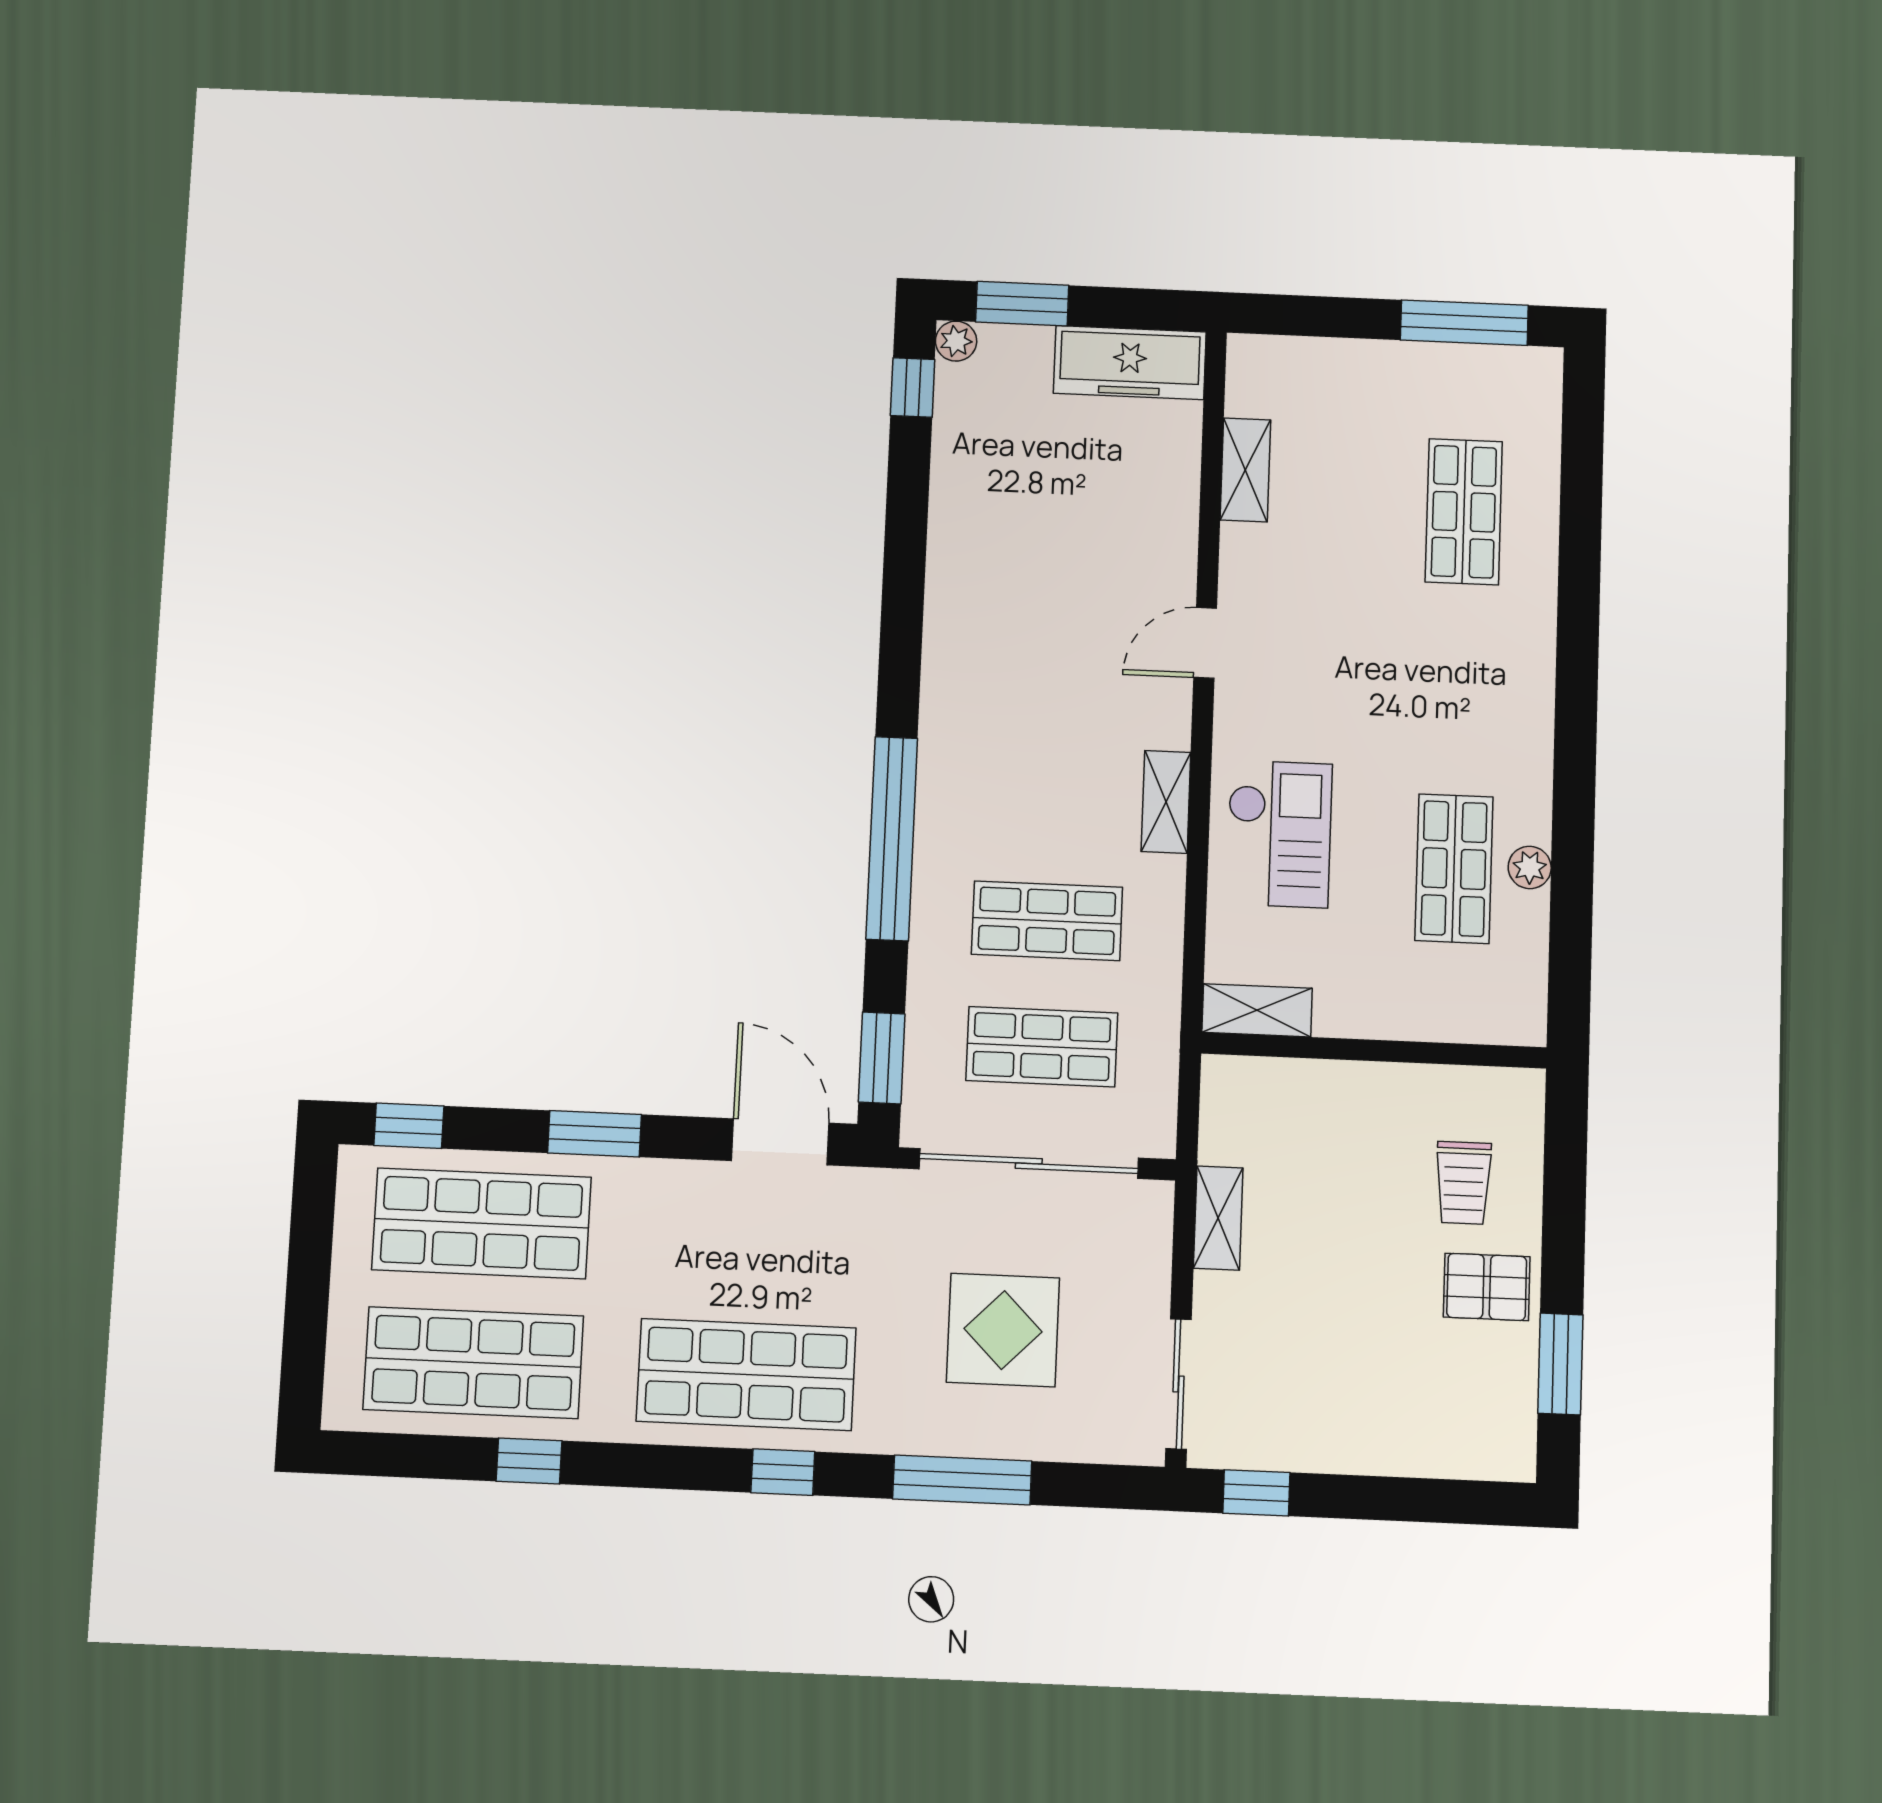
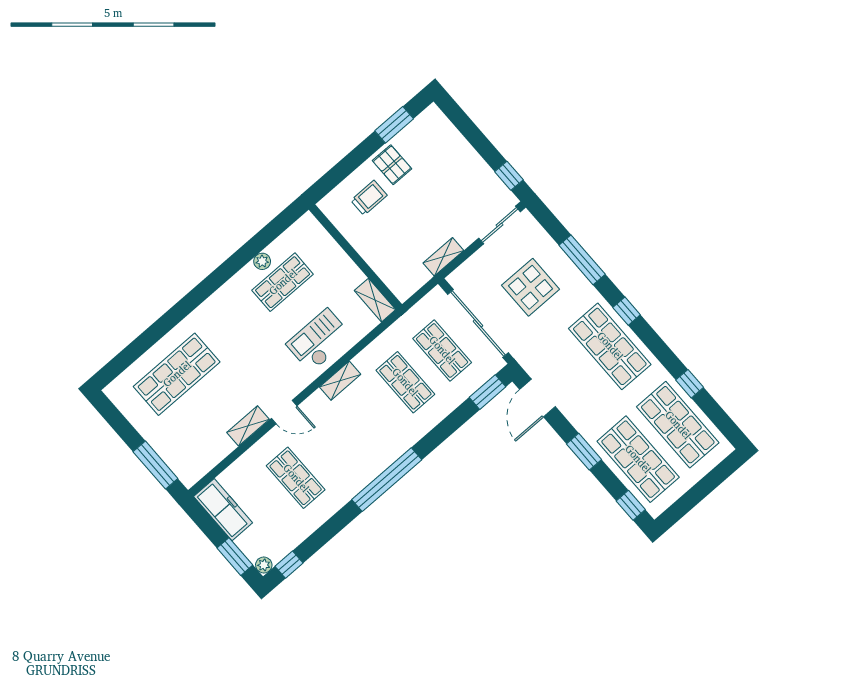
window: (1464, 323) -> (155, 465), moved
shelving: (1245, 470) -> (248, 426), moved
shop shelf: (1464, 512) -> (177, 374), width x1.43, depth x1.36
shop shelf: (1062, 549) -> (296, 478), added
window: (892, 839) -> (387, 480), moved

